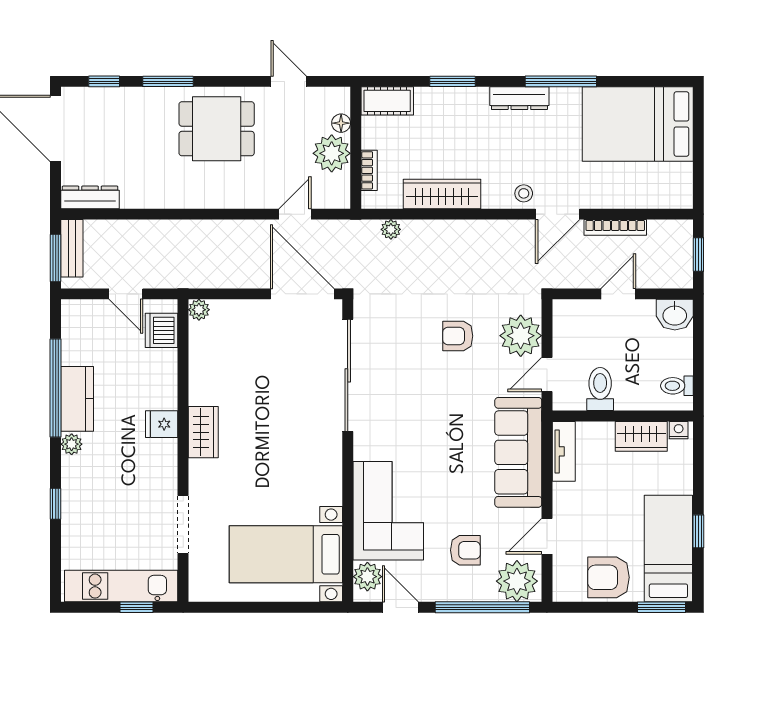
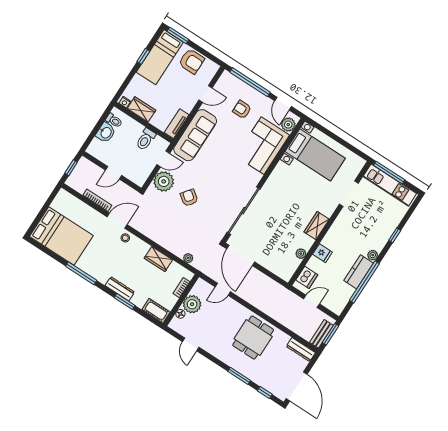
dresser: (519, 98) -> (120, 289), moved
dining table: (217, 129) -> (253, 338), moved, turned 90
wardrobe: (442, 194) -> (158, 259), width x0.67
door: (126, 294) -> (312, 301), hinge flipped
plant: (199, 310) -> (301, 254), moved
washbasin: (675, 315) -> (106, 133), moved, turned 90
armchair: (458, 336) -> (189, 198), turned -143
fridge: (162, 424) -> (322, 253), moved
plant: (517, 581) -> (229, 84), removed
window: (137, 607) -> (389, 173), width x2.17

